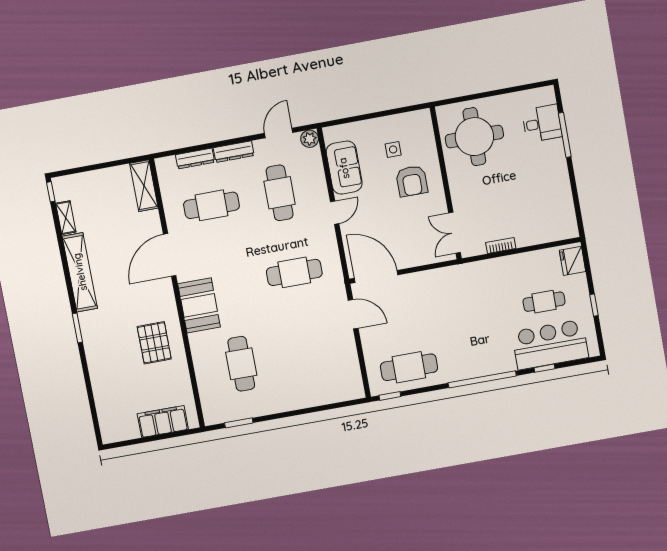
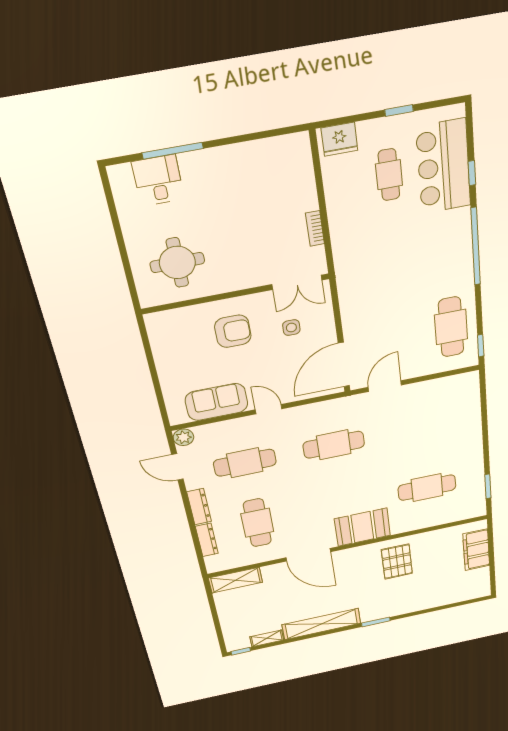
round table: (474, 137) -> (177, 263), width x0.73, depth x0.73
side table: (393, 149) -> (291, 328), moved
cafe table: (294, 272) -> (334, 445), turned 90
pallet: (154, 343) -> (397, 562), turned 90

